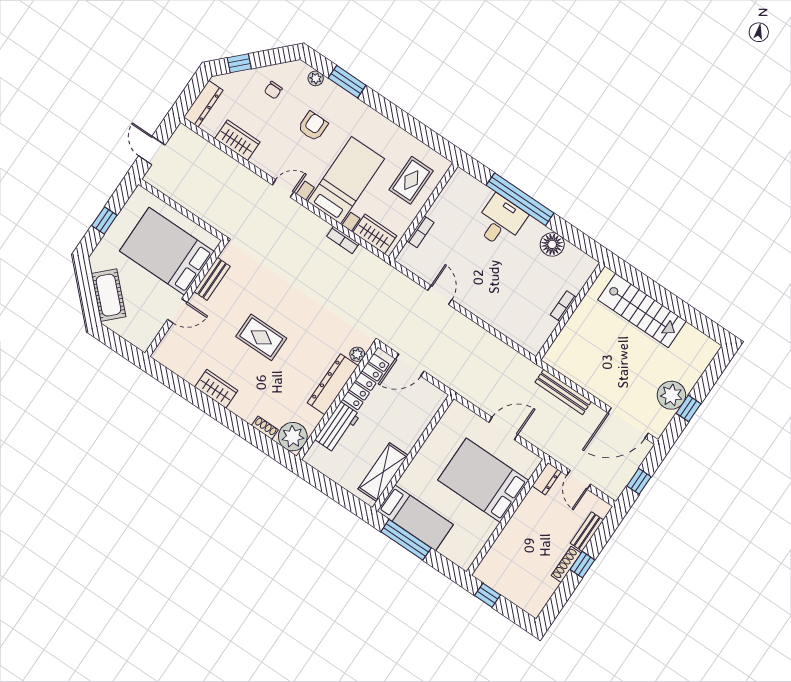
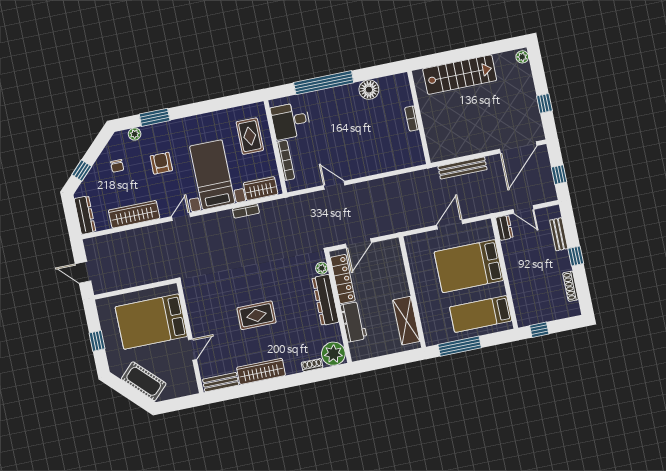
wardrobe: (237, 140) -> (134, 214), width x1.50
desk: (500, 221) -> (291, 121), moved, turned -90
bookcase: (420, 232) -> (286, 160), width x1.56
bench: (212, 279) -> (221, 382), moved, turned 90
wardrobe: (216, 389) -> (261, 371), width x1.50
plant: (671, 395) -> (522, 57), moved, width x0.53, depth x0.53
bed: (415, 518) -> (481, 314), moved, turned 180
shoe rack: (566, 564) -> (571, 286), moved

